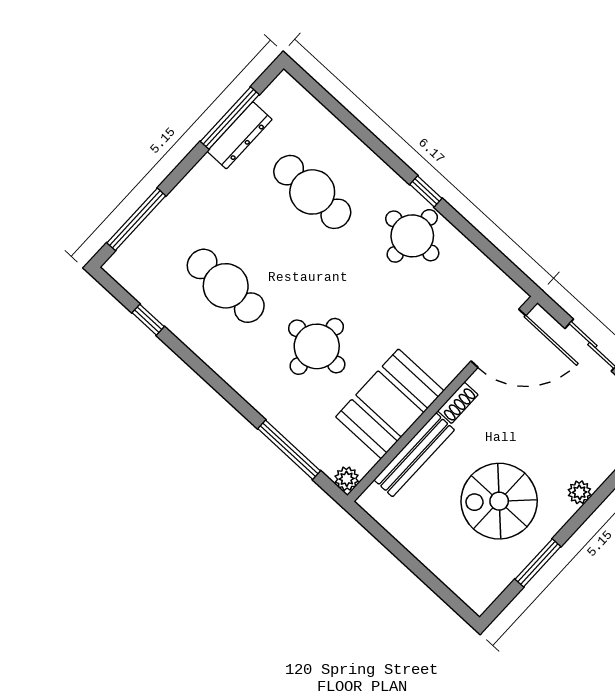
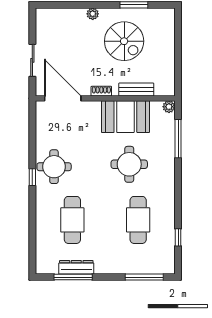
bench: (414, 455) -> (136, 89), width x0.73

